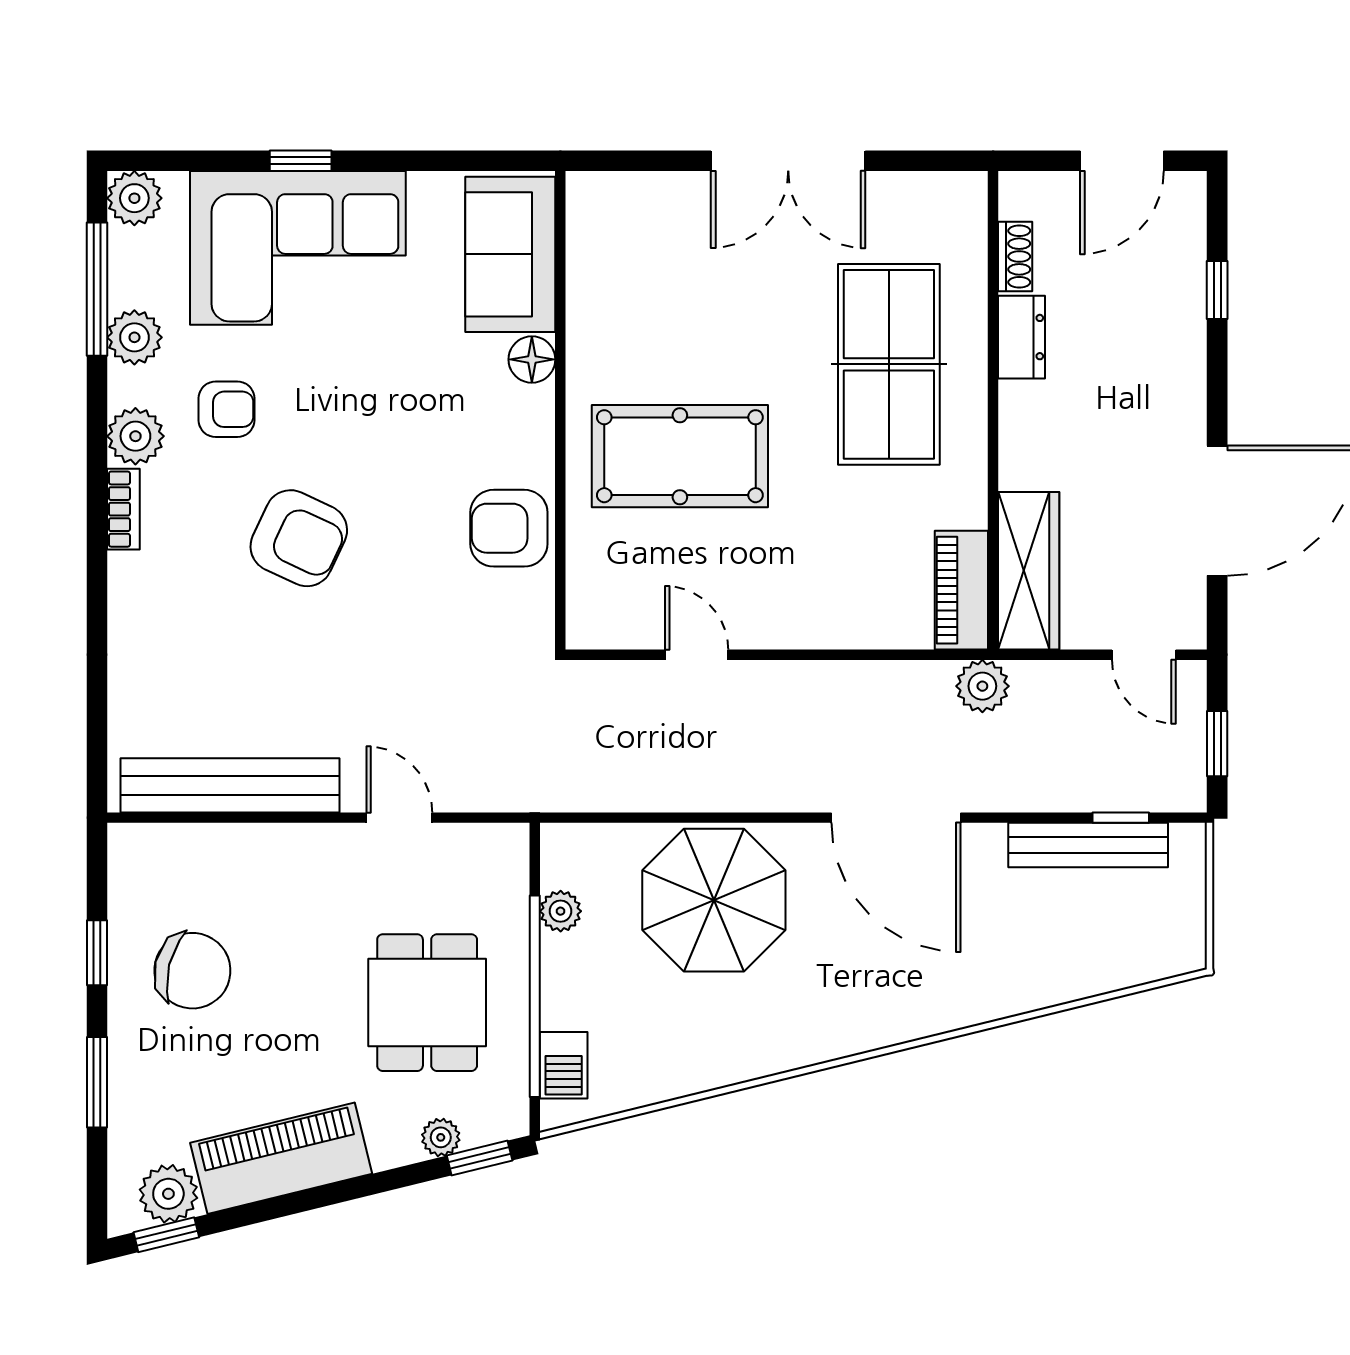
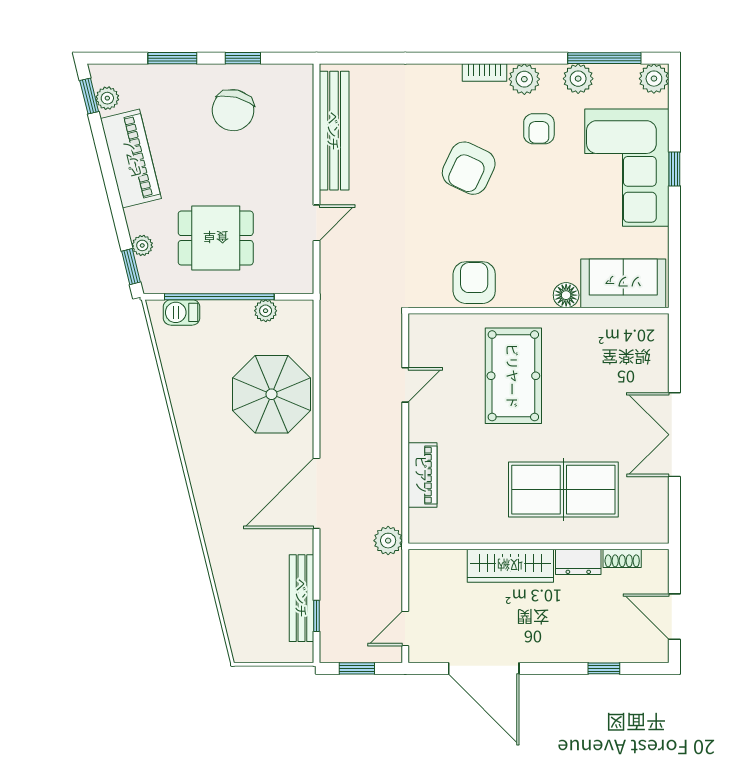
wardrobe: (1029, 571) -> (510, 566), moved
piano: (961, 590) -> (422, 475), moved, turned 90
plant: (168, 1194) -> (107, 98), width x0.73, depth x0.73

